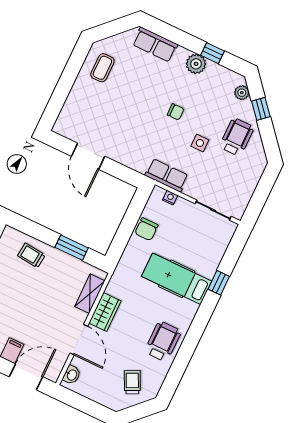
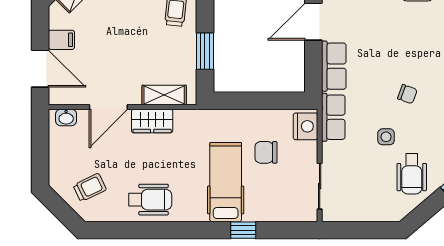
chair: (176, 112) -> (407, 94), turned -69
wheelchair: (237, 137) -> (412, 174), turned 90
row of seats: (129, 157) -> (334, 66), added
nightstand: (170, 198) -> (305, 126), width x1.89, depth x1.79
chair: (146, 229) -> (266, 152), moved

